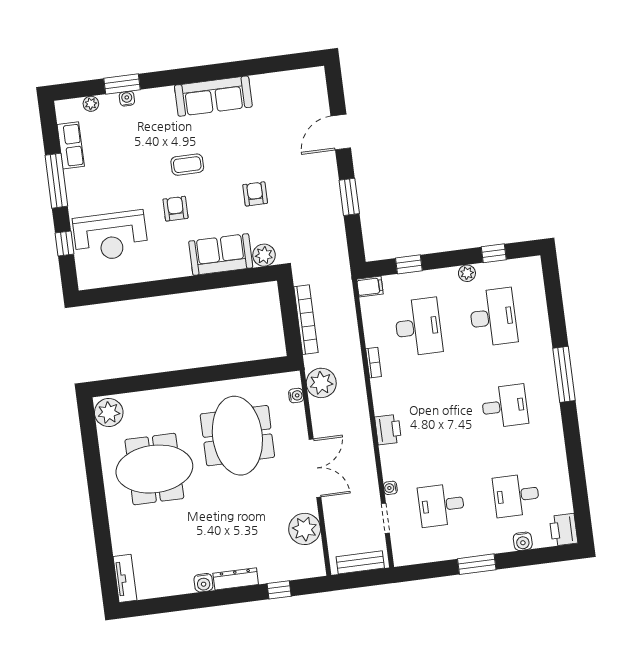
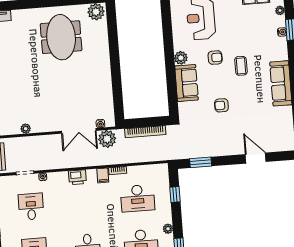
armchair: (255, 194) -> (221, 105), turned 180
window: (349, 197) -> (201, 162), moved
plant: (264, 255) -> (181, 58), moved
filing cabinet: (370, 287) -> (103, 175), moved
meeting table: (237, 436) -> (78, 88), removed
double door: (315, 468) -> (79, 131), moved
plant: (305, 529) -> (26, 129), width x0.53, depth x0.53

